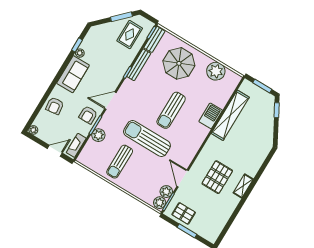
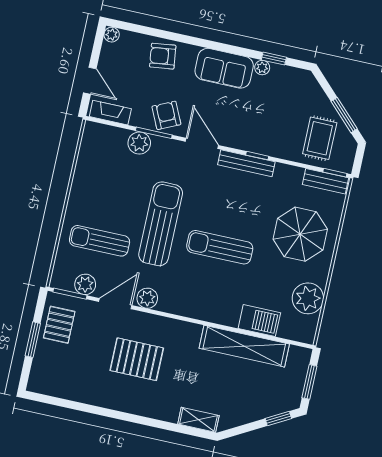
rug: (130, 35) -> (320, 138), turned 90
bench: (139, 65) -> (246, 163), moved
armchair: (88, 115) -> (166, 115), turned 65
barbecue: (211, 116) -> (259, 321), moved
sun lounger: (120, 162) -> (100, 241), moved
shelving: (243, 186) -> (198, 420), moved
plant: (160, 203) -> (147, 298), moved

